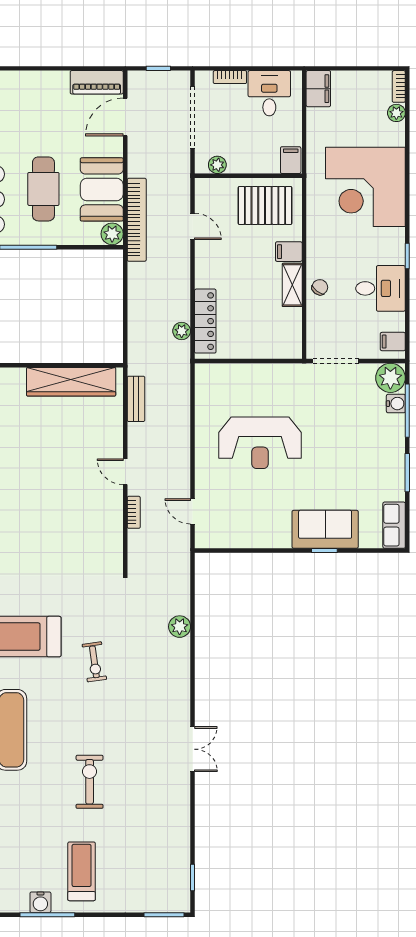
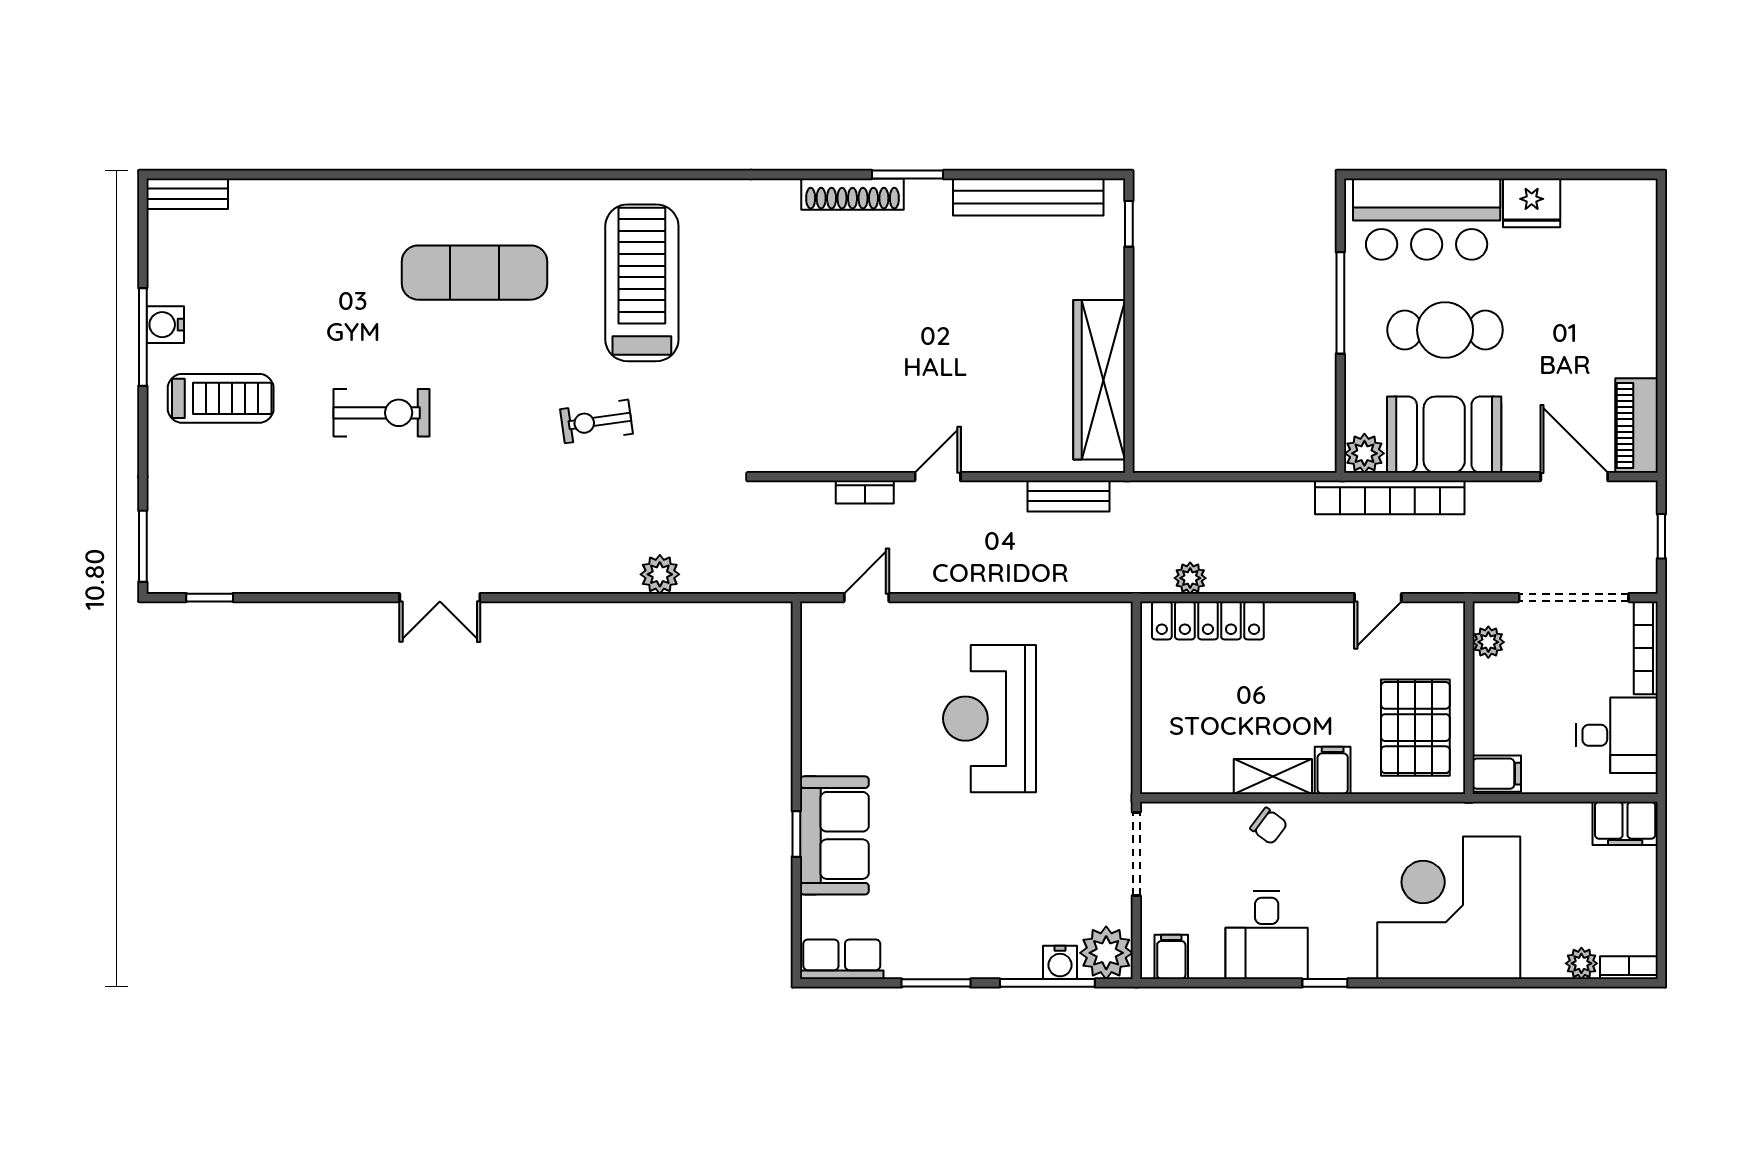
bookcase: (230, 77) -> (1646, 648), width x1.56

